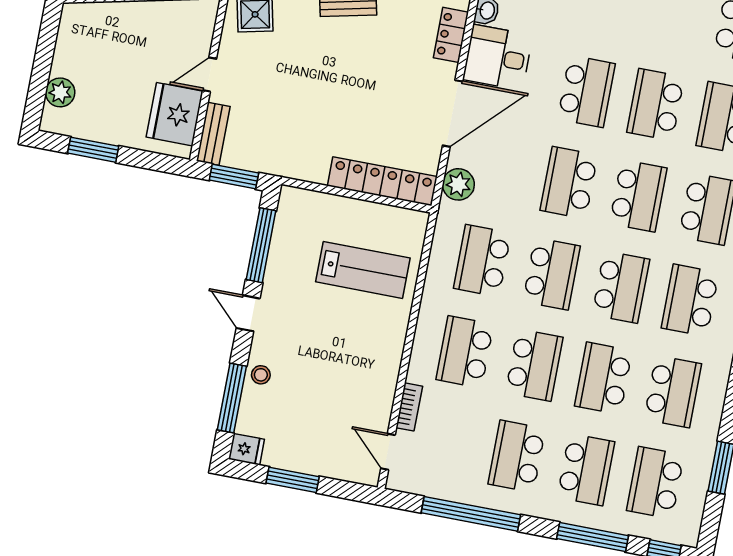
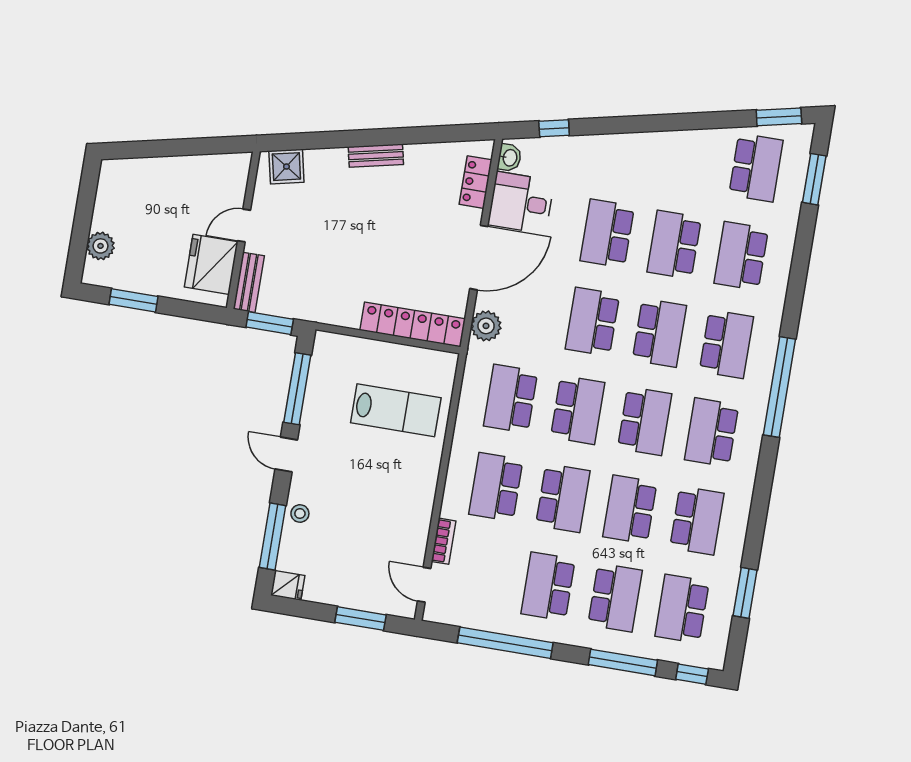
school desk: (586, 91) -> (607, 233), turned 180
window: (293, 480) -> (361, 619), moved

